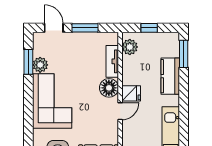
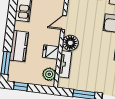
window: (149, 28) -> (21, 86), moved
fridge: (131, 93) -> (51, 52), moved

